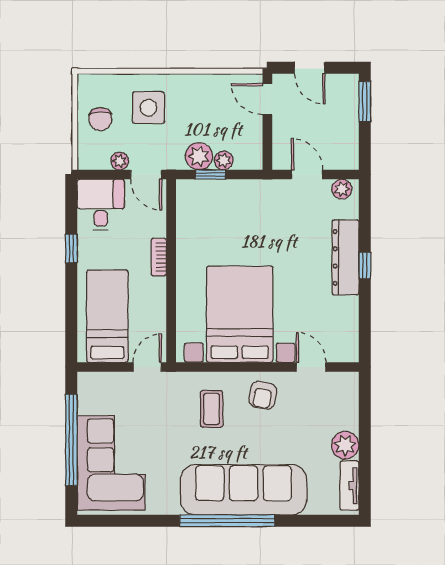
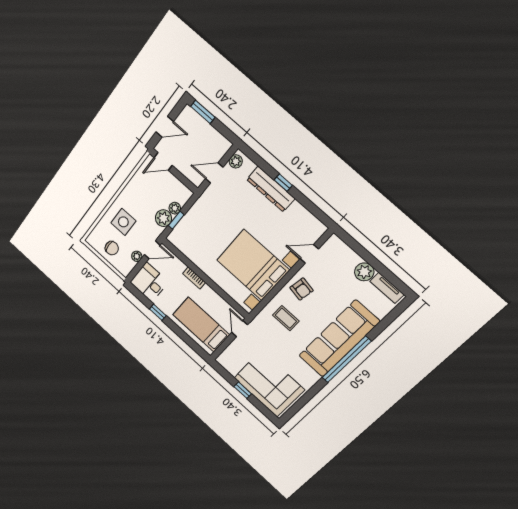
window: (71, 440) -> (243, 390), width x0.32

